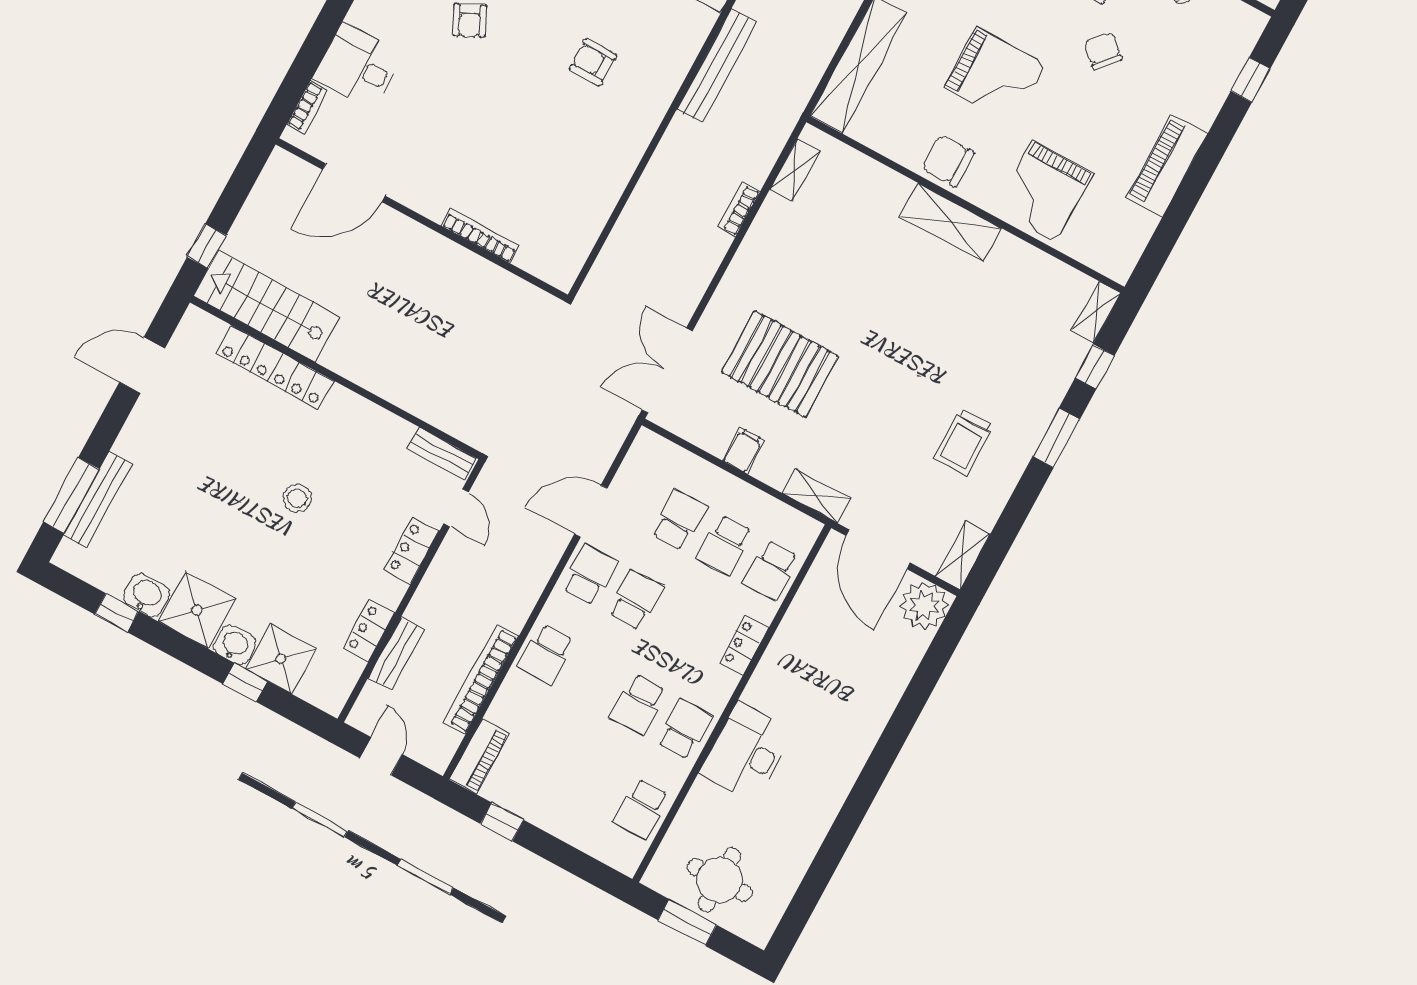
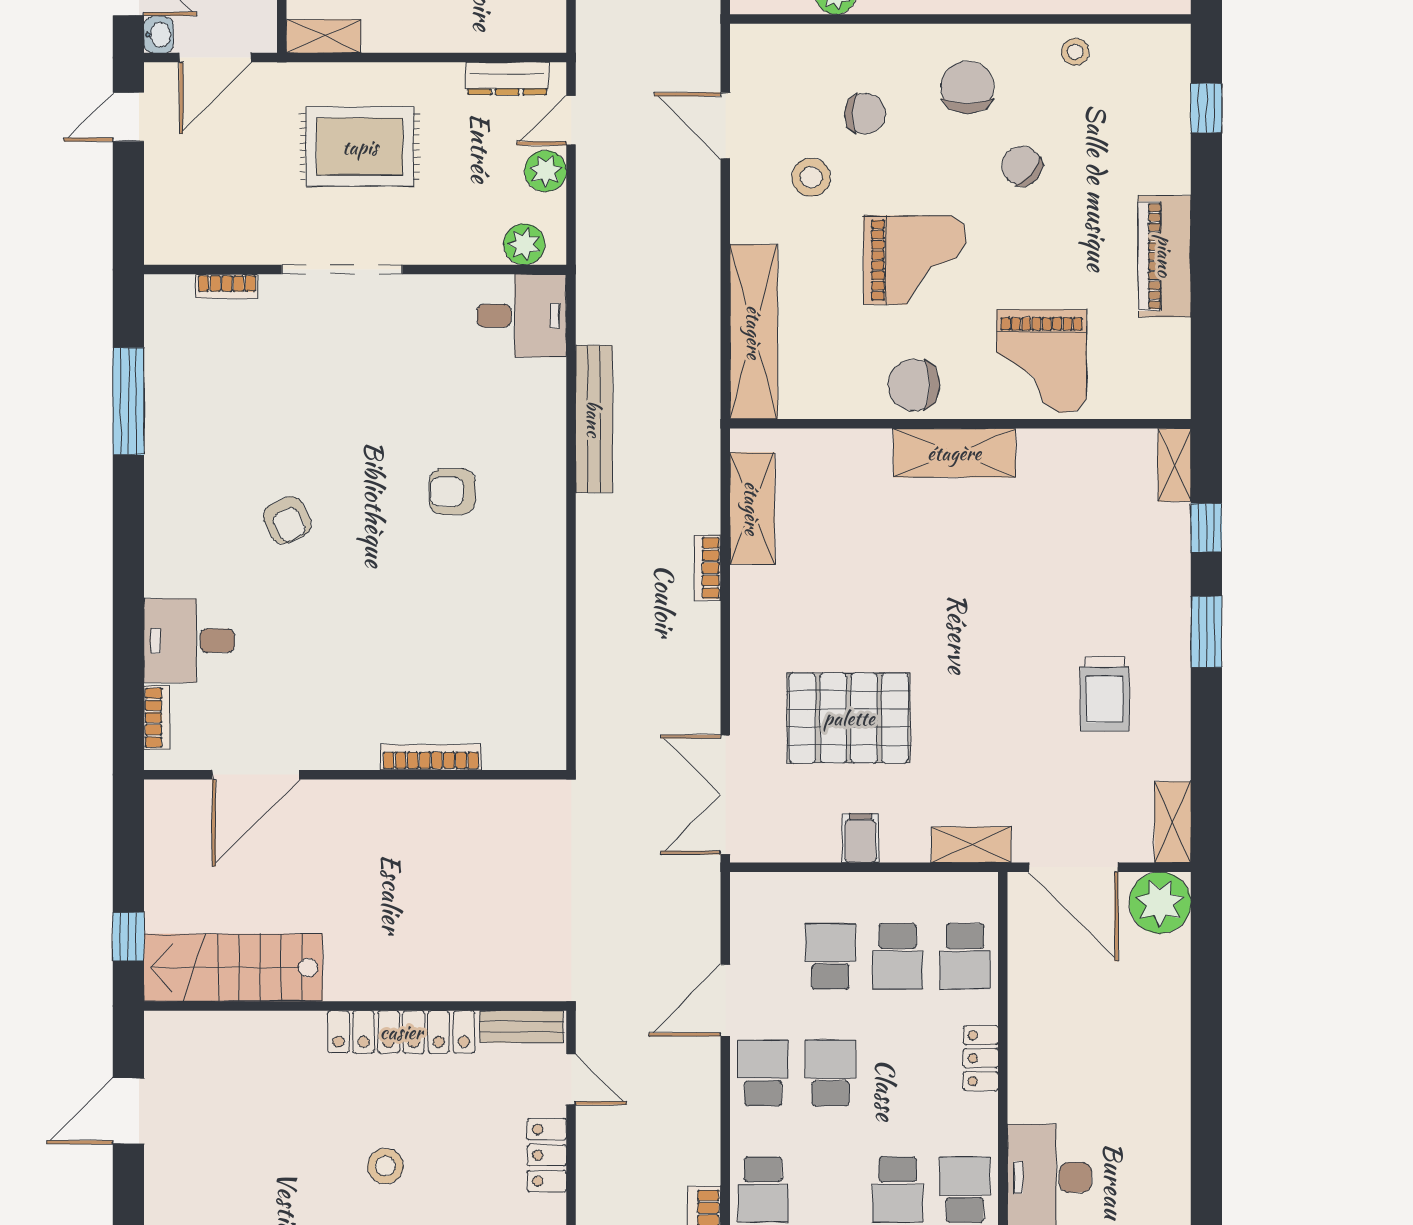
shelving: (795, 170) -> (752, 508), width x1.50, depth x1.33
locker: (275, 367) -> (401, 1032), moved

